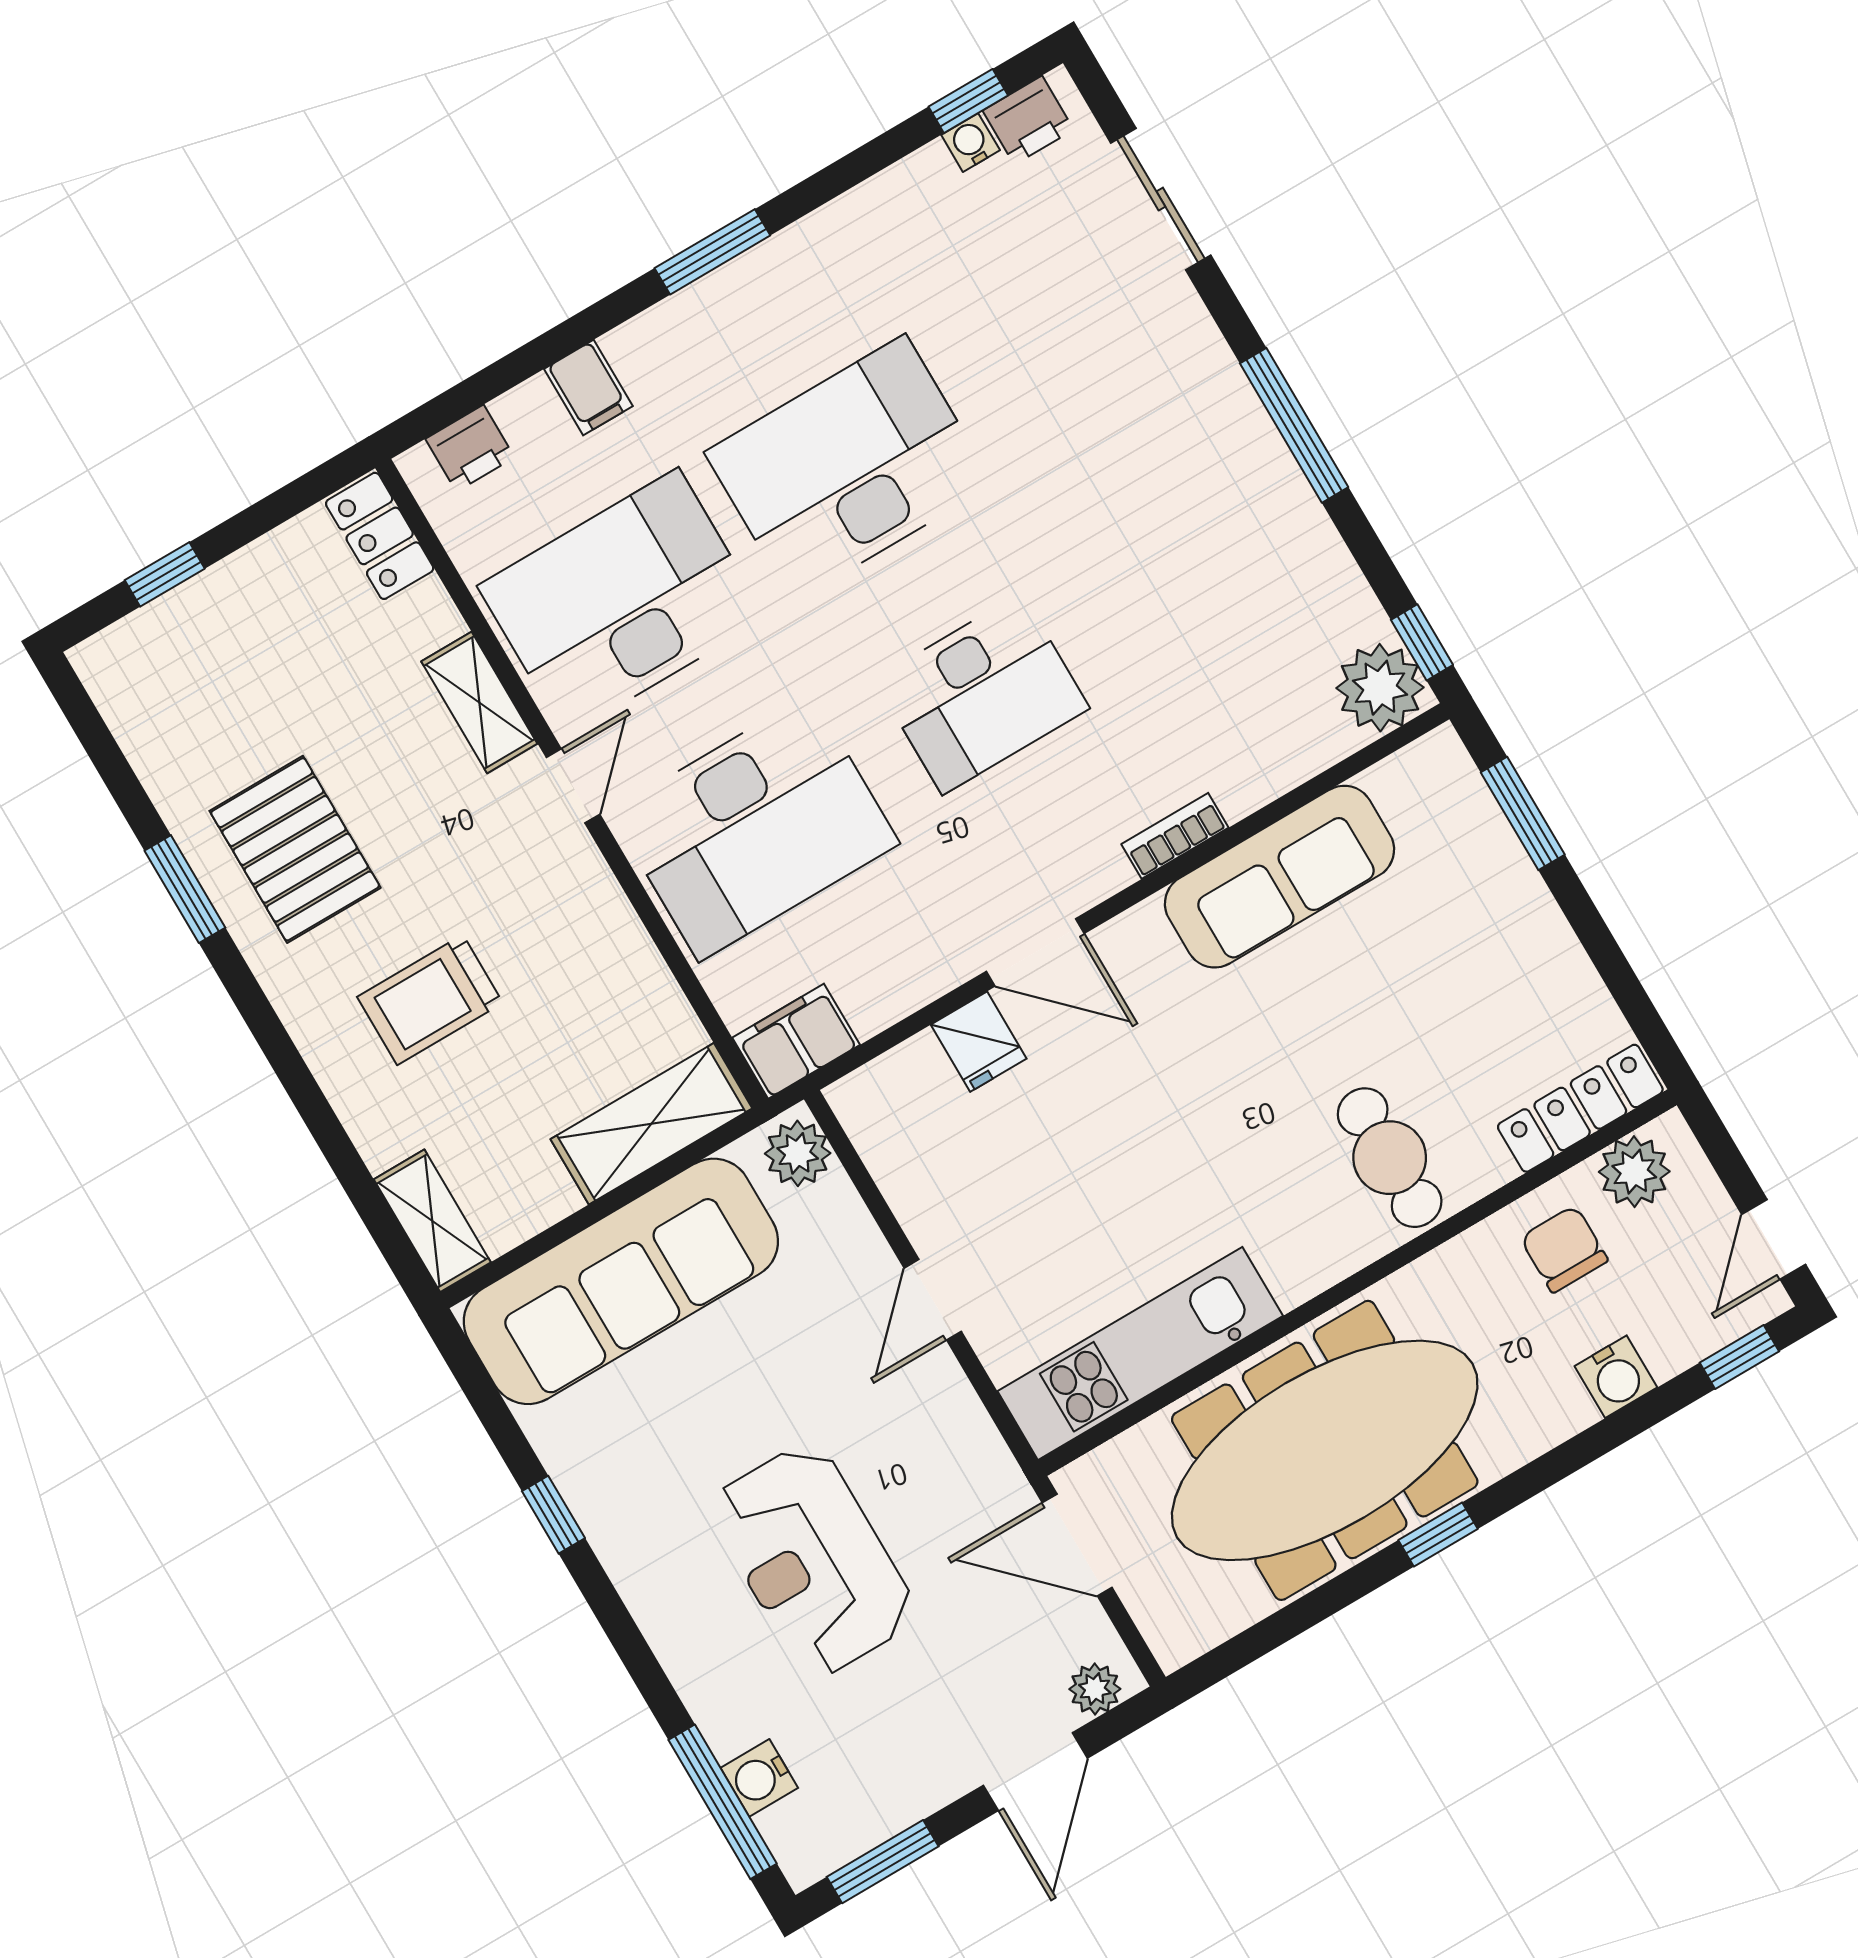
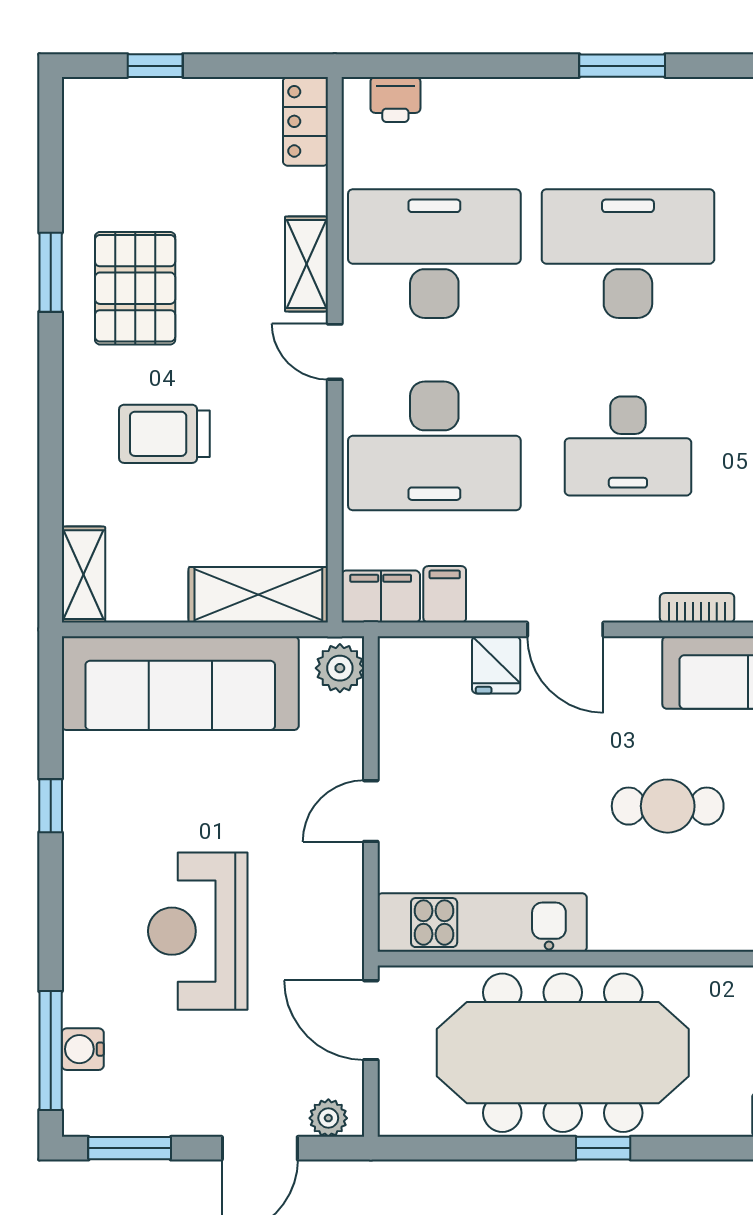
filing cabinet: (588, 387) -> (445, 594), moved, turned 180
door: (573, 786) -> (335, 352), swing flipped
cafe table: (1390, 1158) -> (668, 806), moved, turned 90

